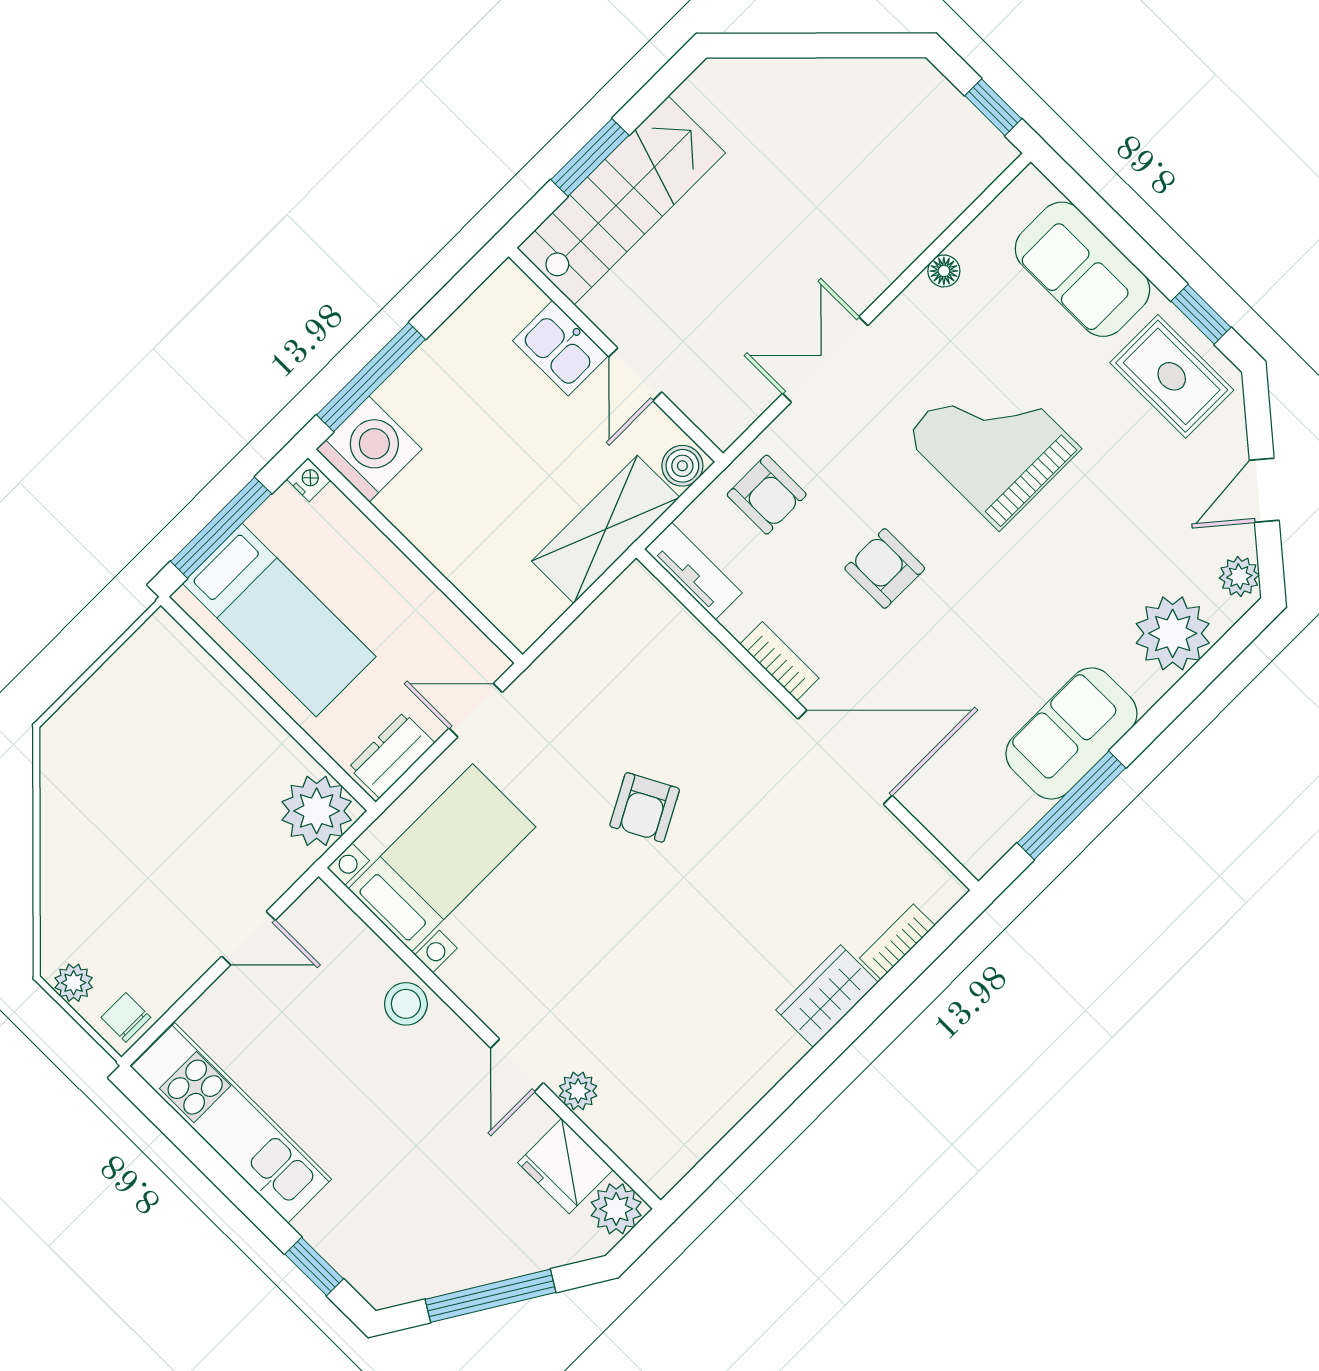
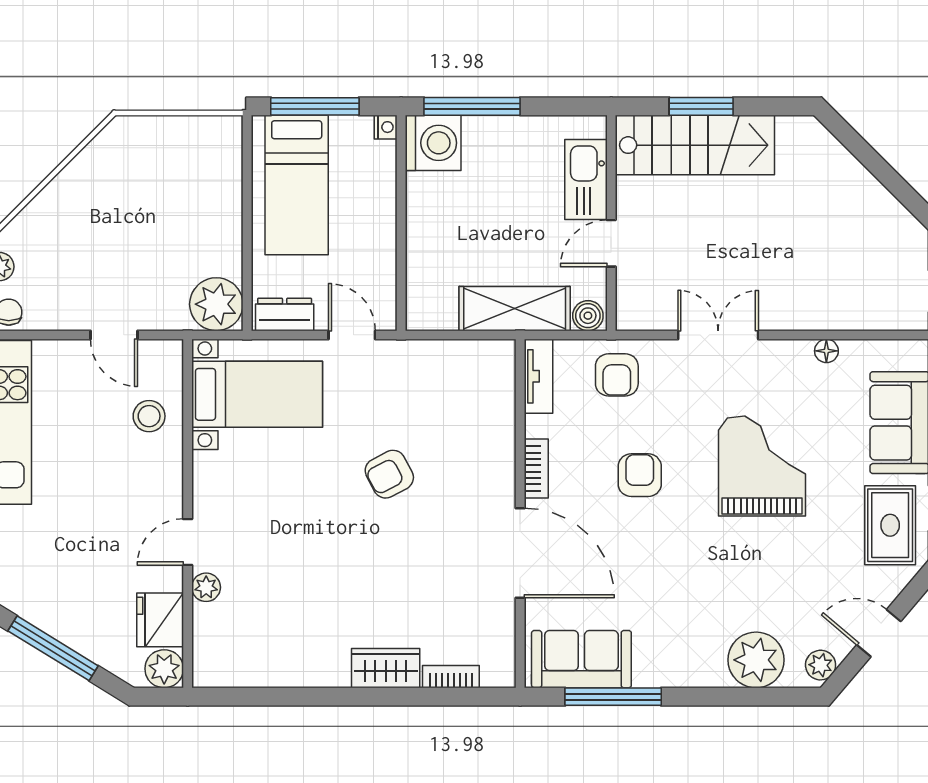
kitchen sink: (560, 348) -> (586, 179), width x1.38
sofa: (1071, 733) -> (581, 659), moved
stool: (406, 1004) -> (149, 416), moved

